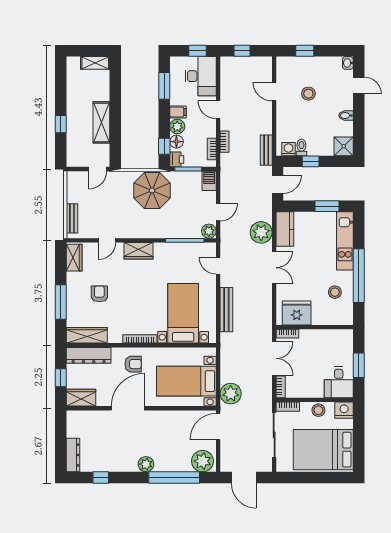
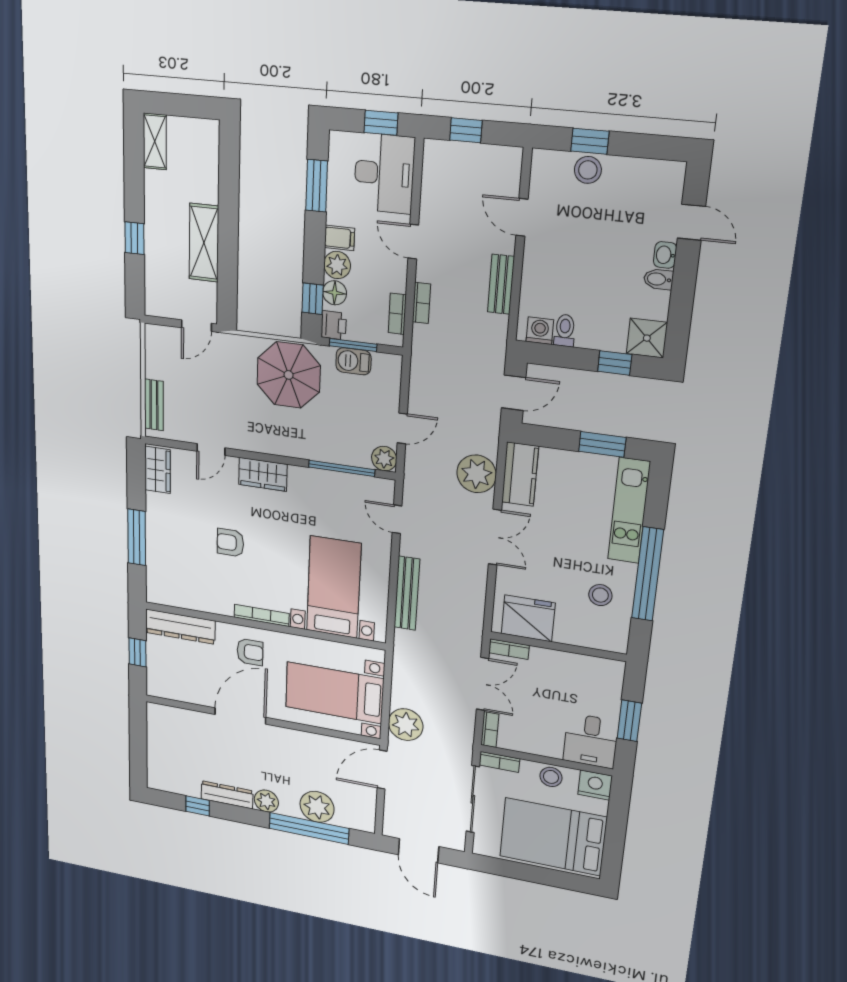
shelving: (95, 63) -> (155, 141), moved, turned 90
washbasin: (348, 63) -> (665, 255), moved
stool: (308, 94) -> (588, 170), moved
bench: (266, 150) -> (501, 284), moved
window: (311, 161) -> (615, 363), moved
barbecue: (209, 181) -> (353, 361), moved, turned -90
armchair: (99, 294) -> (230, 543), moved, turned -90
wardrobe: (87, 335) -> (177, 596), removed
wardrobe: (81, 398) -> (168, 687), removed
dresser: (73, 455) -> (227, 795), moved, turned -90
plant: (202, 461) -> (317, 807), moved

